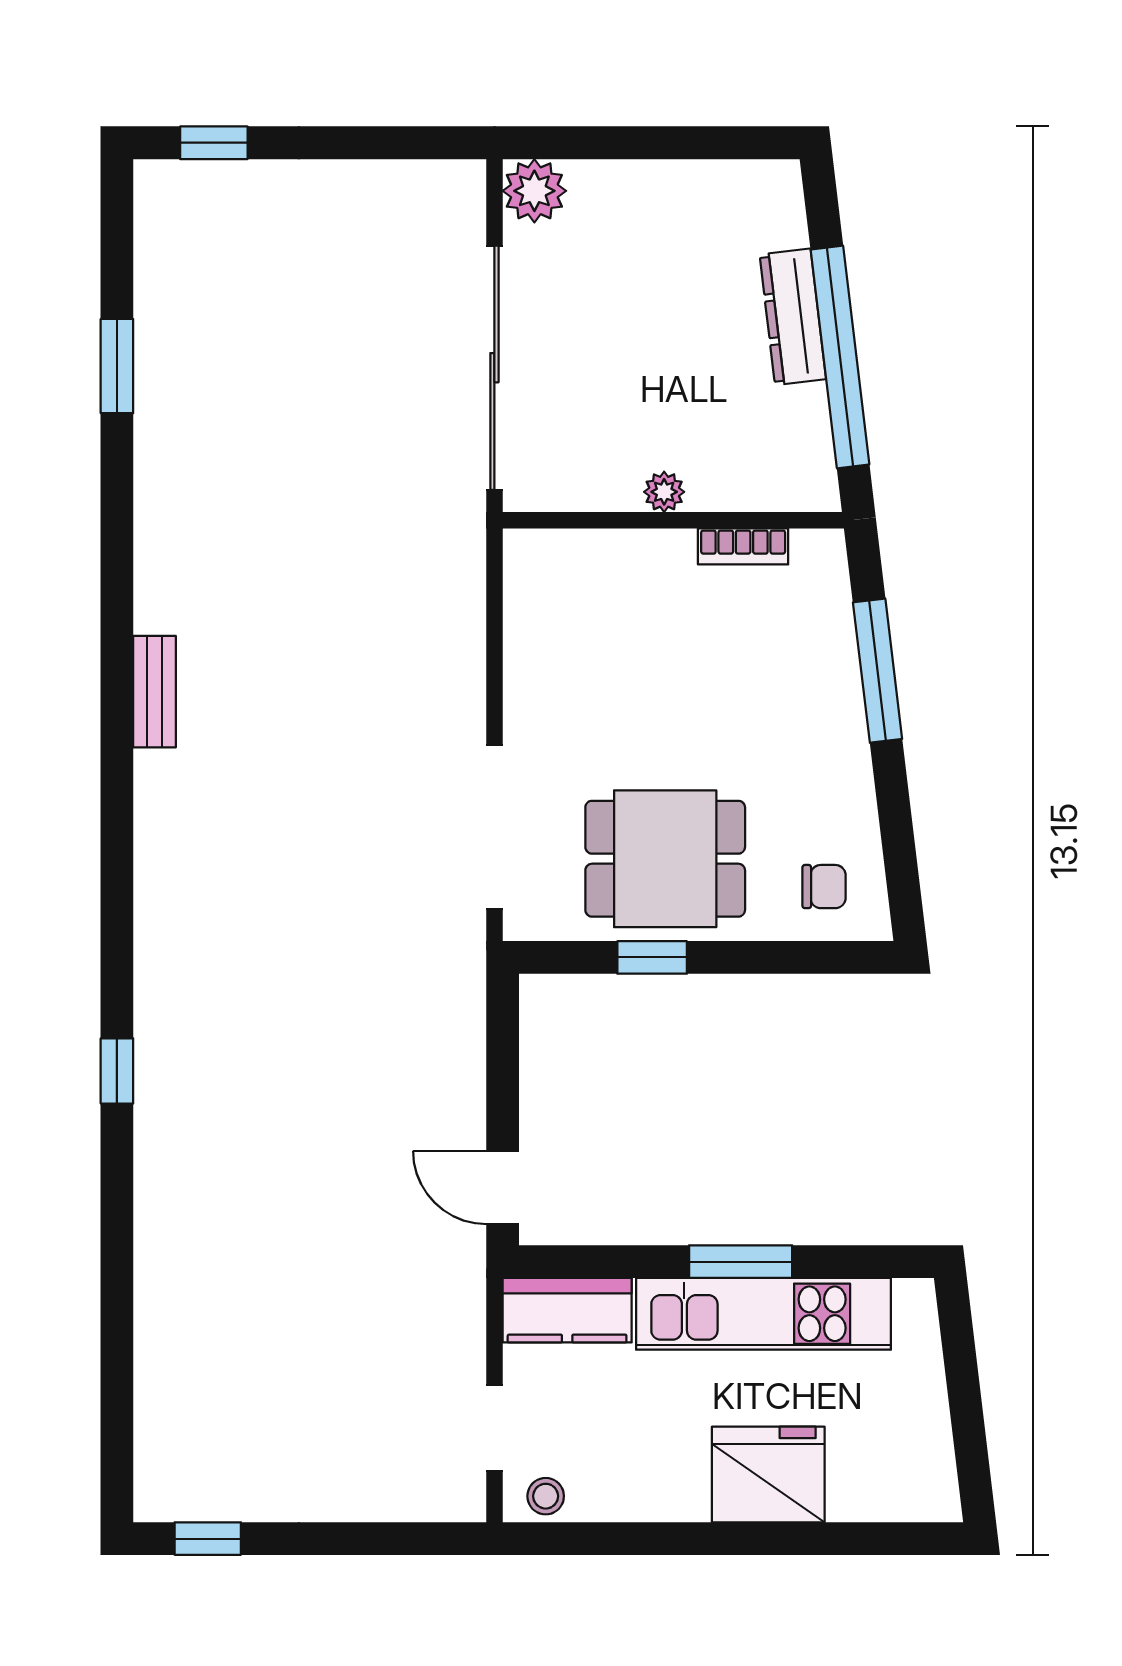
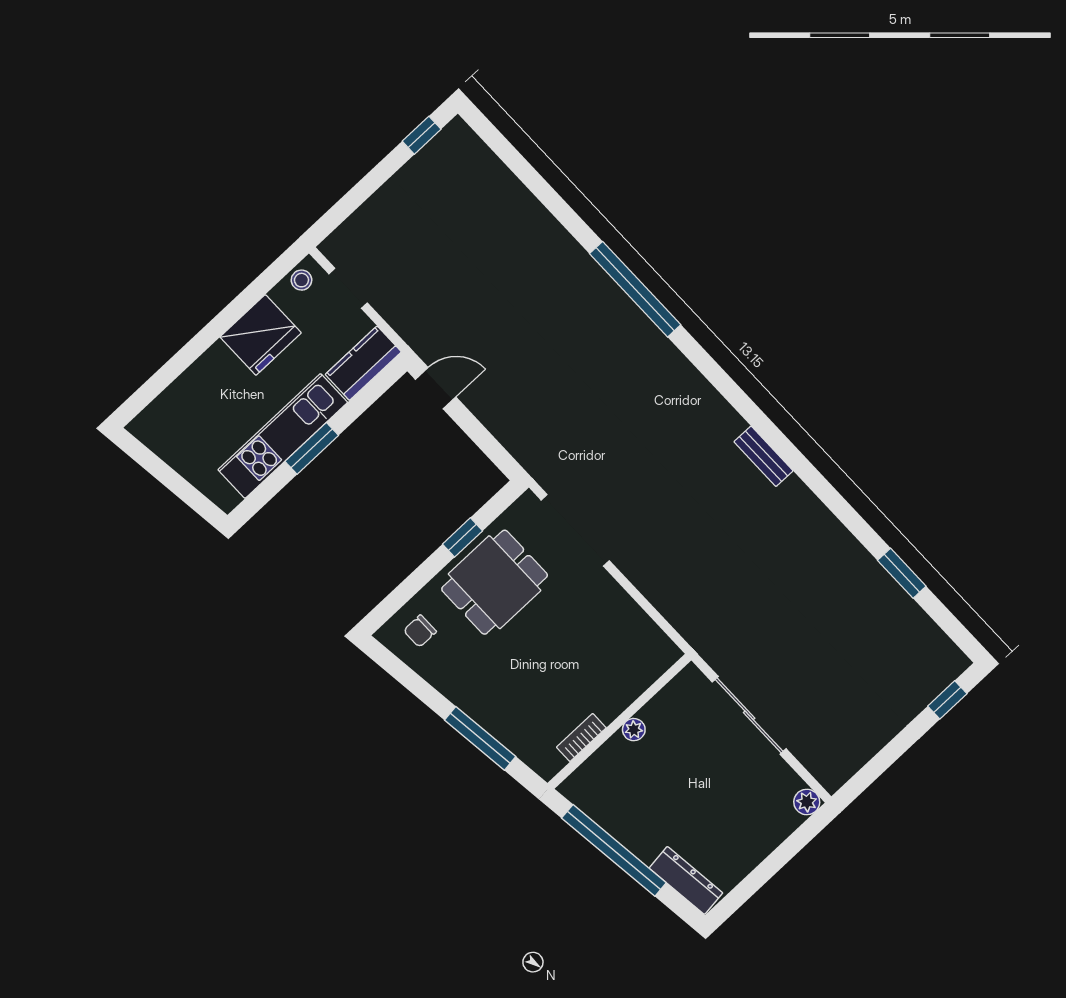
plant: (534, 191) -> (807, 802), width x0.73, depth x0.73
dresser: (793, 317) -> (686, 880), moved
sliding door: (494, 368) -> (749, 715), width x0.73
window: (117, 1071) -> (635, 289), width x3.17
fridge: (768, 1474) -> (261, 335), moved

